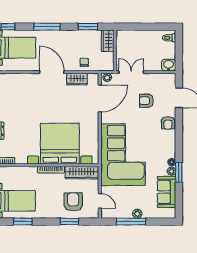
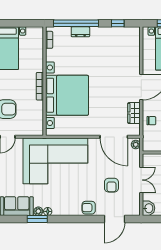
double door: (131, 72) -> (141, 180), moved
armchair: (146, 101) -> (111, 185), turned 180
wardrobe: (82, 173) -> (37, 118), removed

